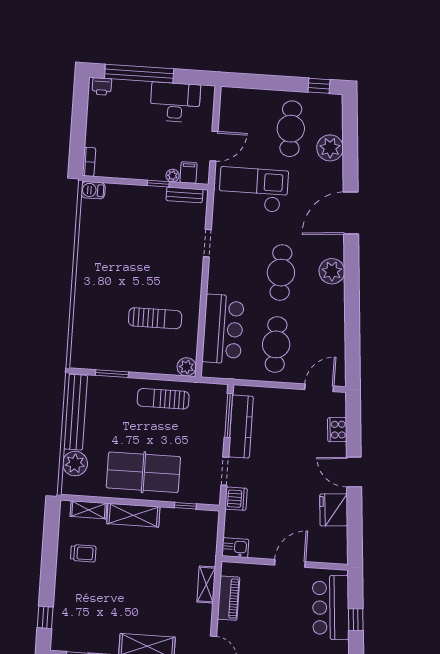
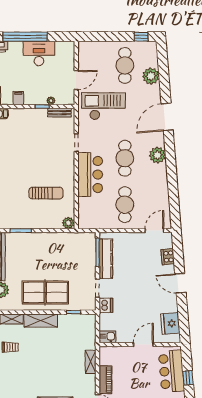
desk: (175, 102) -> (39, 53), moved
filing cabinet: (188, 173) -> (18, 98), moved
bar counter: (223, 329) -> (90, 175), moved
sun lounger: (163, 399) -> (55, 244), removed
fridge: (334, 510) -> (170, 323), moved
piano: (229, 598) -> (105, 380), moved

